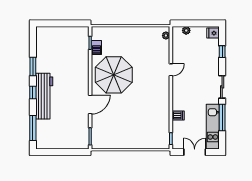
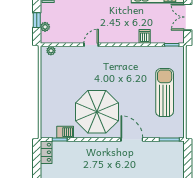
window: (192, 23) -> (37, 20), added
locker: (79, 31) -> (46, 152), added
door: (171, 70) -> (91, 45), hinge flipped
sun lounger: (130, 132) -> (165, 92), added

